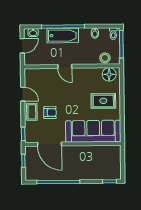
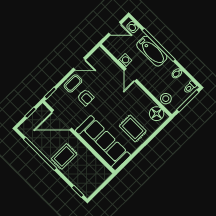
washing machine: (51, 60) -> (125, 60), added
door: (23, 94) -> (79, 64), hinge flipped
door: (50, 144) -> (62, 120), hinge flipped
rug: (76, 167) -> (64, 156), added

